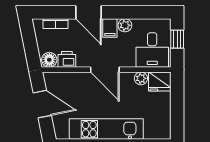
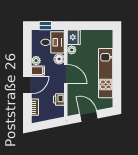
floor lamp: (49, 60) -> (59, 59), moved
door: (105, 70) -> (66, 74), hinge flipped
door: (42, 104) -> (89, 116), hinge flipped

